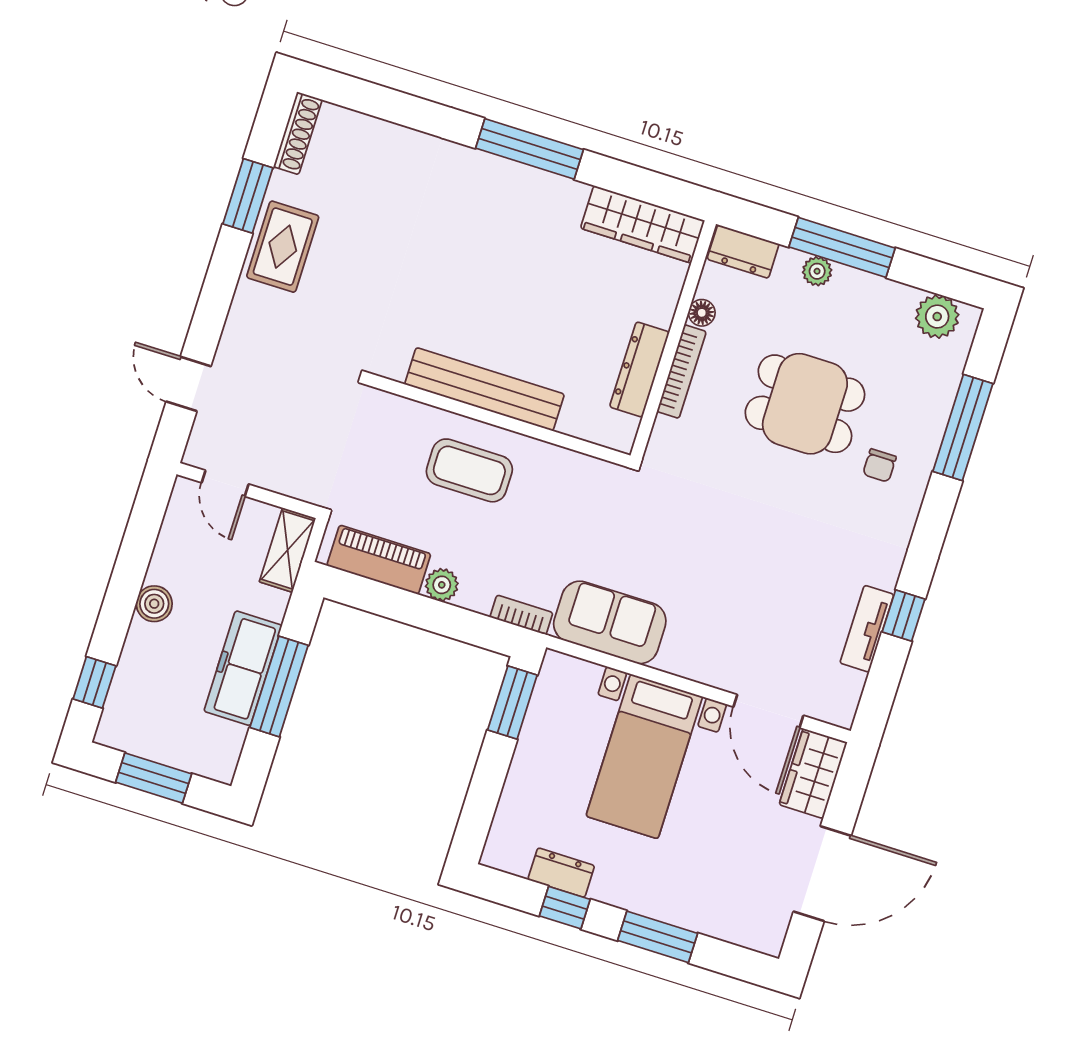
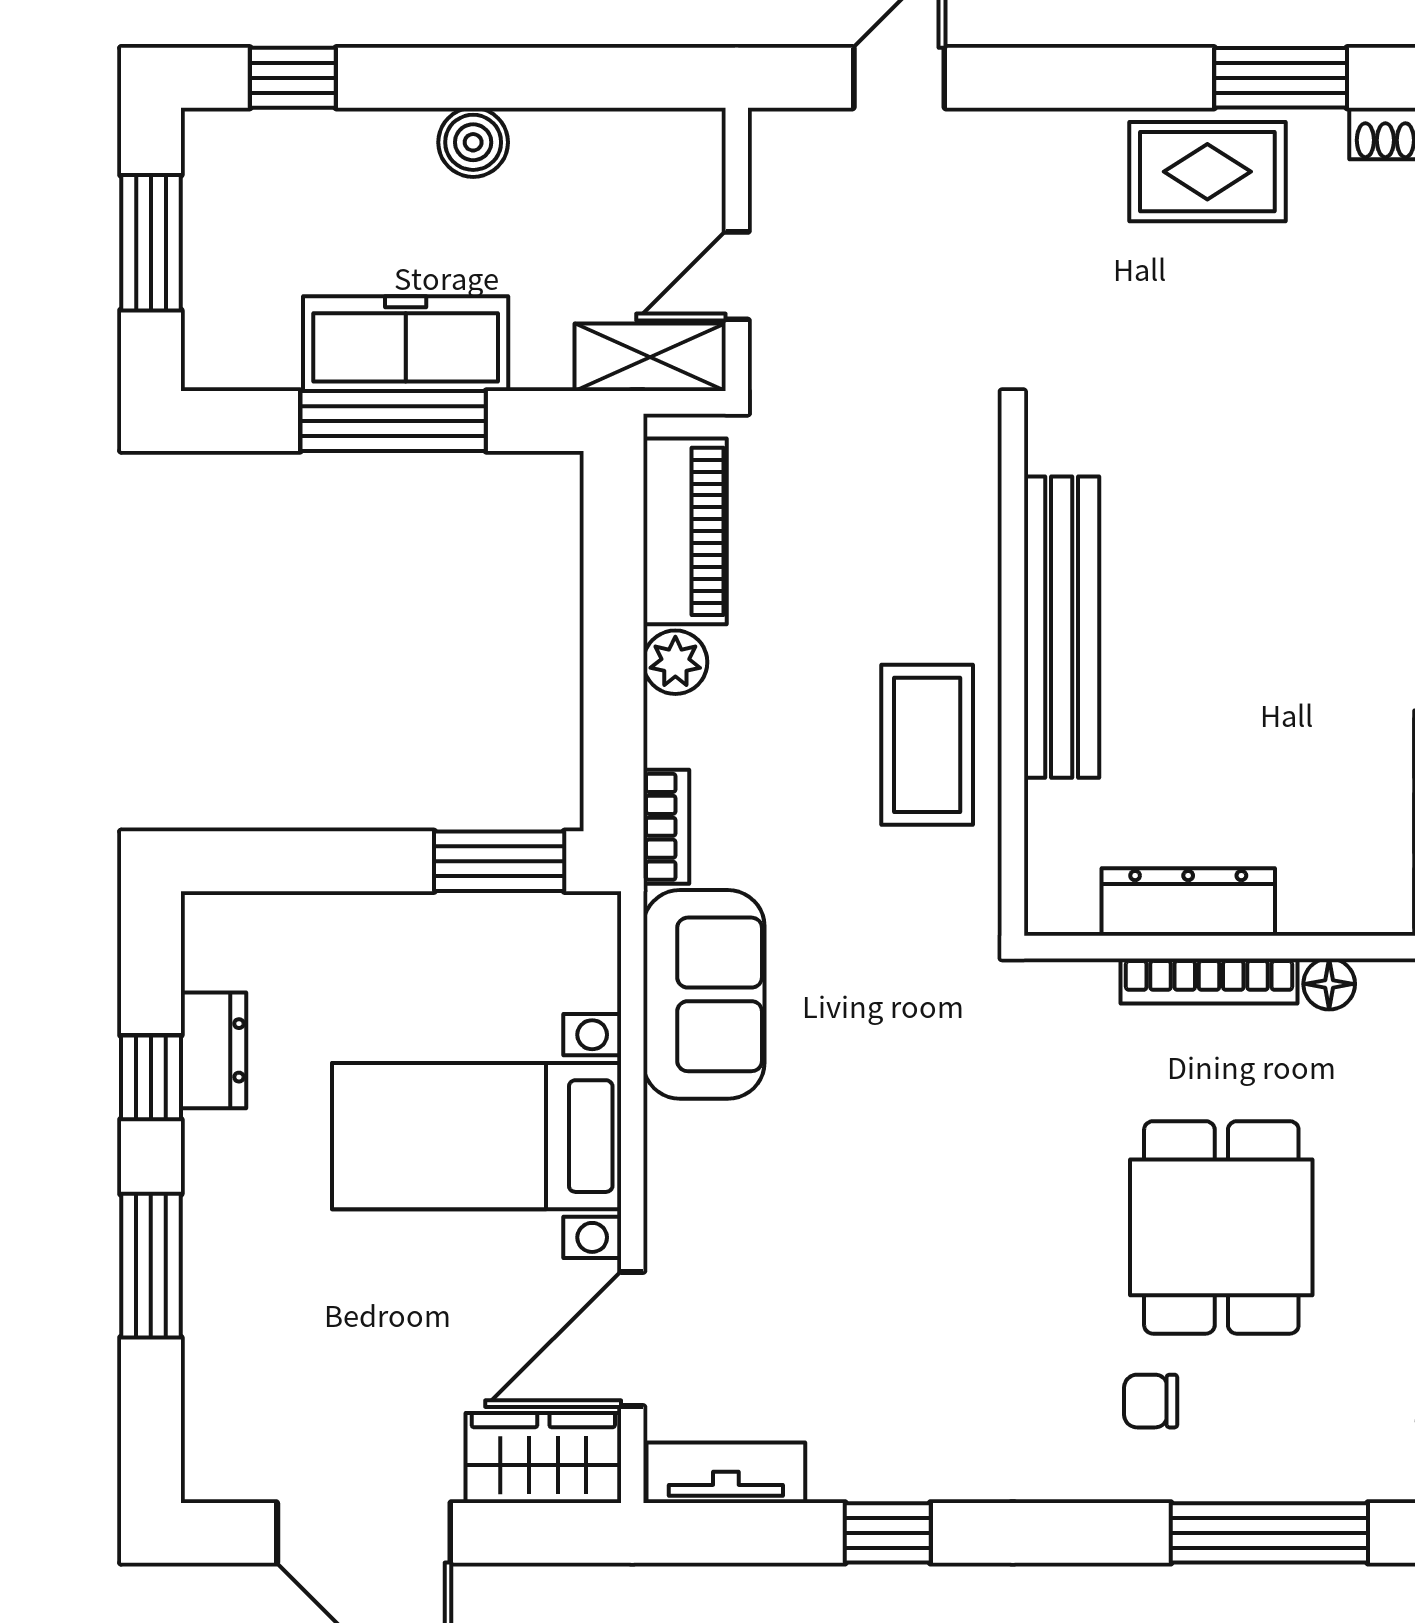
coffee table: (469, 470) -> (927, 745), moved
door: (225, 483) -> (737, 276), moved
tv unit: (867, 629) -> (726, 1473), moved

